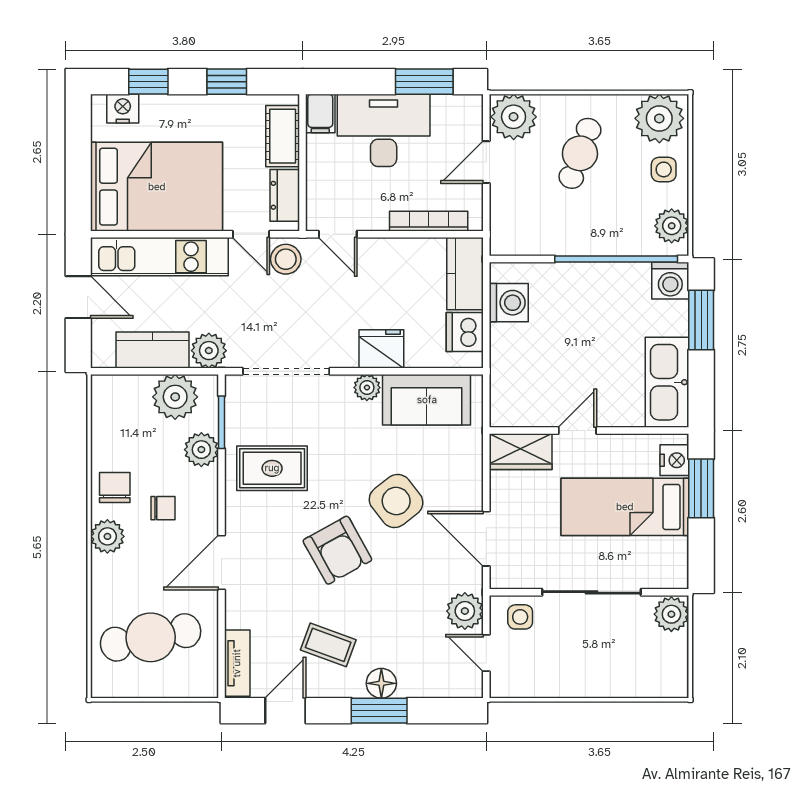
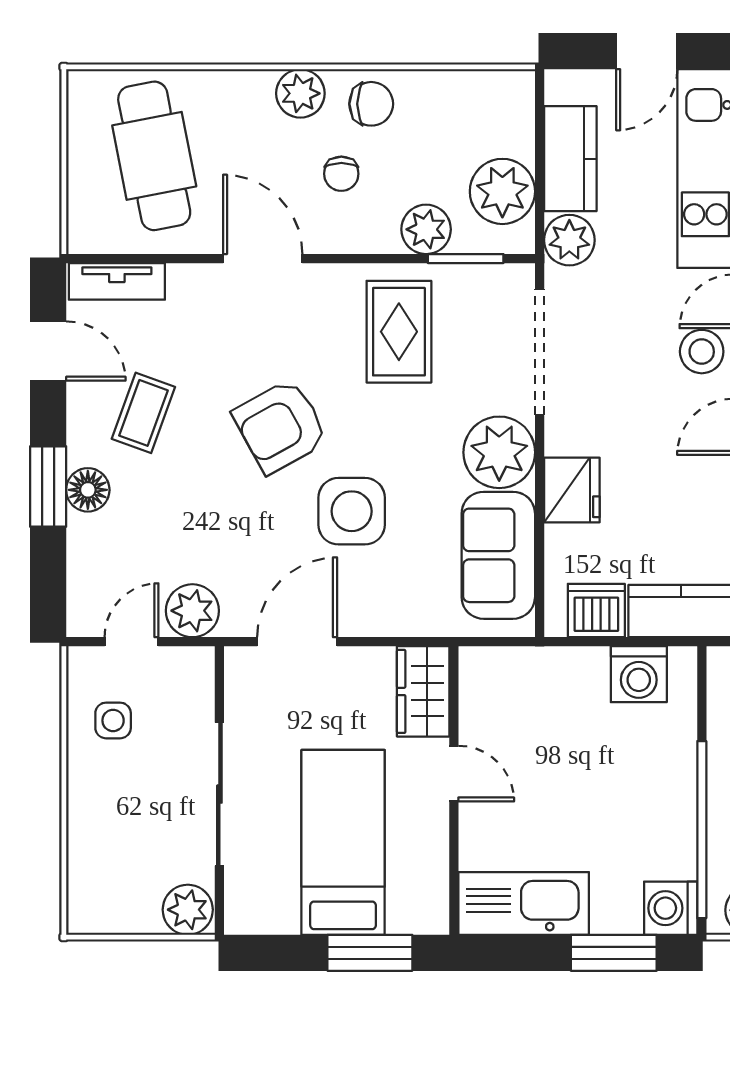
plant: (367, 388) -> (499, 452), width x1.87, depth x1.87
nightstand: (674, 460) -> (411, 914), removed
side table: (396, 501) -> (352, 511), turned 38
side table: (520, 617) -> (113, 720), moved

